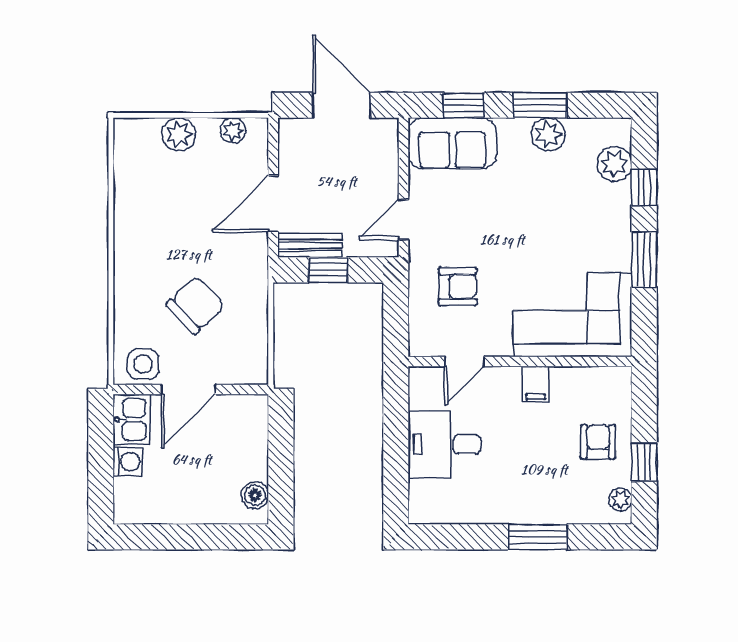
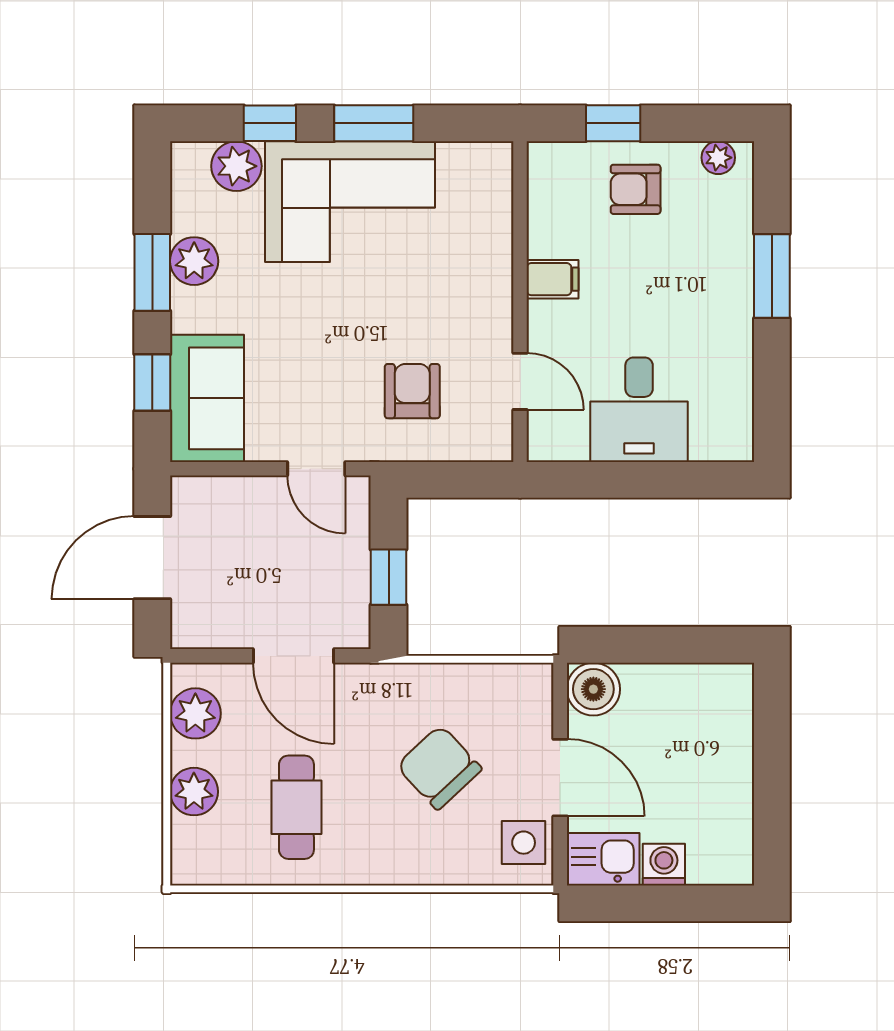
plant: (233, 131) -> (195, 713), width x1.38, depth x1.38
cafe table: (168, 206) -> (296, 807), added
bench: (310, 245) -> (353, 603), removed
corner sofa: (573, 315) -> (350, 202), moved, turned -90
window: (644, 462) -> (613, 123), moved
boiler: (255, 495) -> (593, 689), moved, width x1.36, depth x1.36

